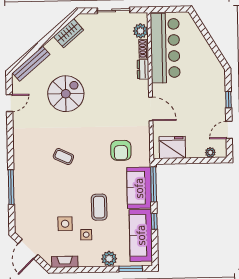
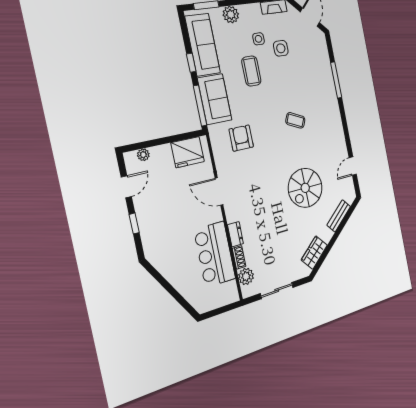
bar counter: (165, 48) -> (215, 254), width x0.73
bench: (31, 64) -> (339, 216), width x0.73

